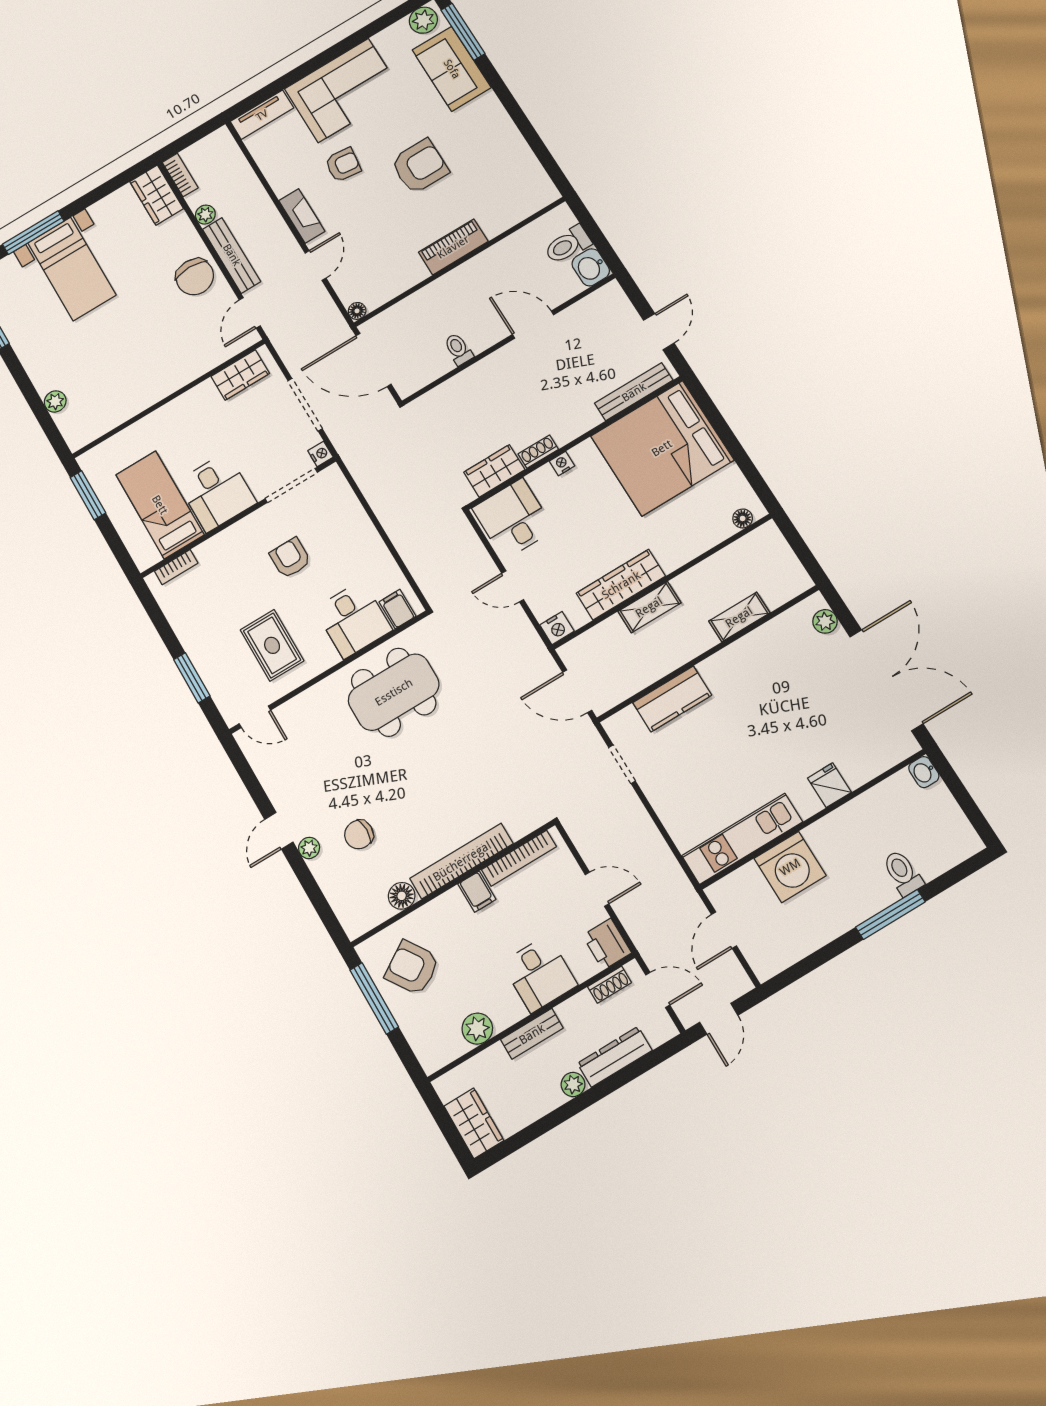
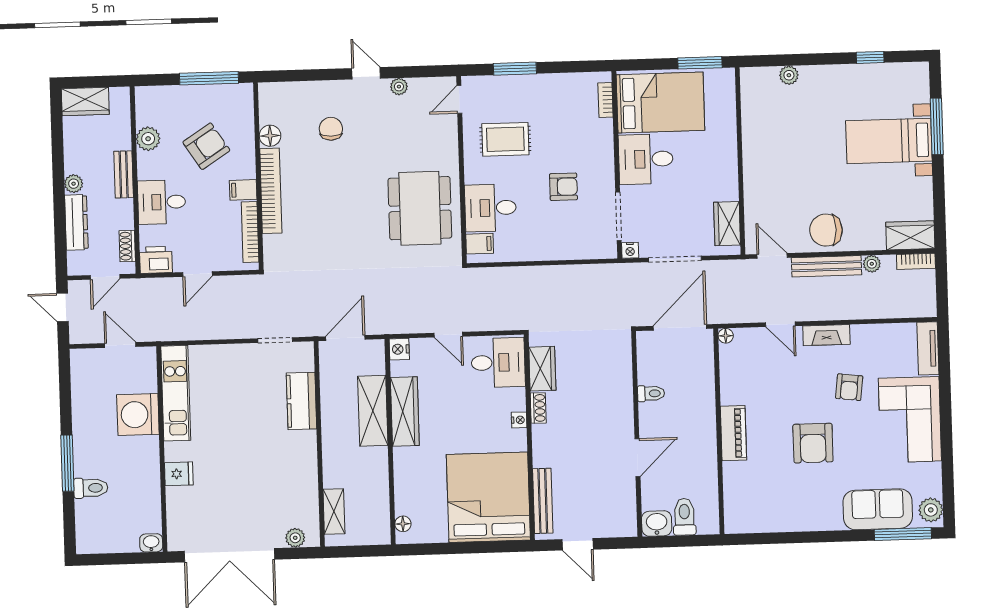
bed: (160, 505) -> (660, 103), width x1.50
door: (513, 586) -> (448, 335), swing flipped
shelving: (649, 607) -> (373, 411), width x1.50, depth x1.33
shelving: (739, 617) -> (334, 511), moved
plant: (309, 848) -> (399, 87), moved
armchair: (412, 968) -> (206, 146), moved

